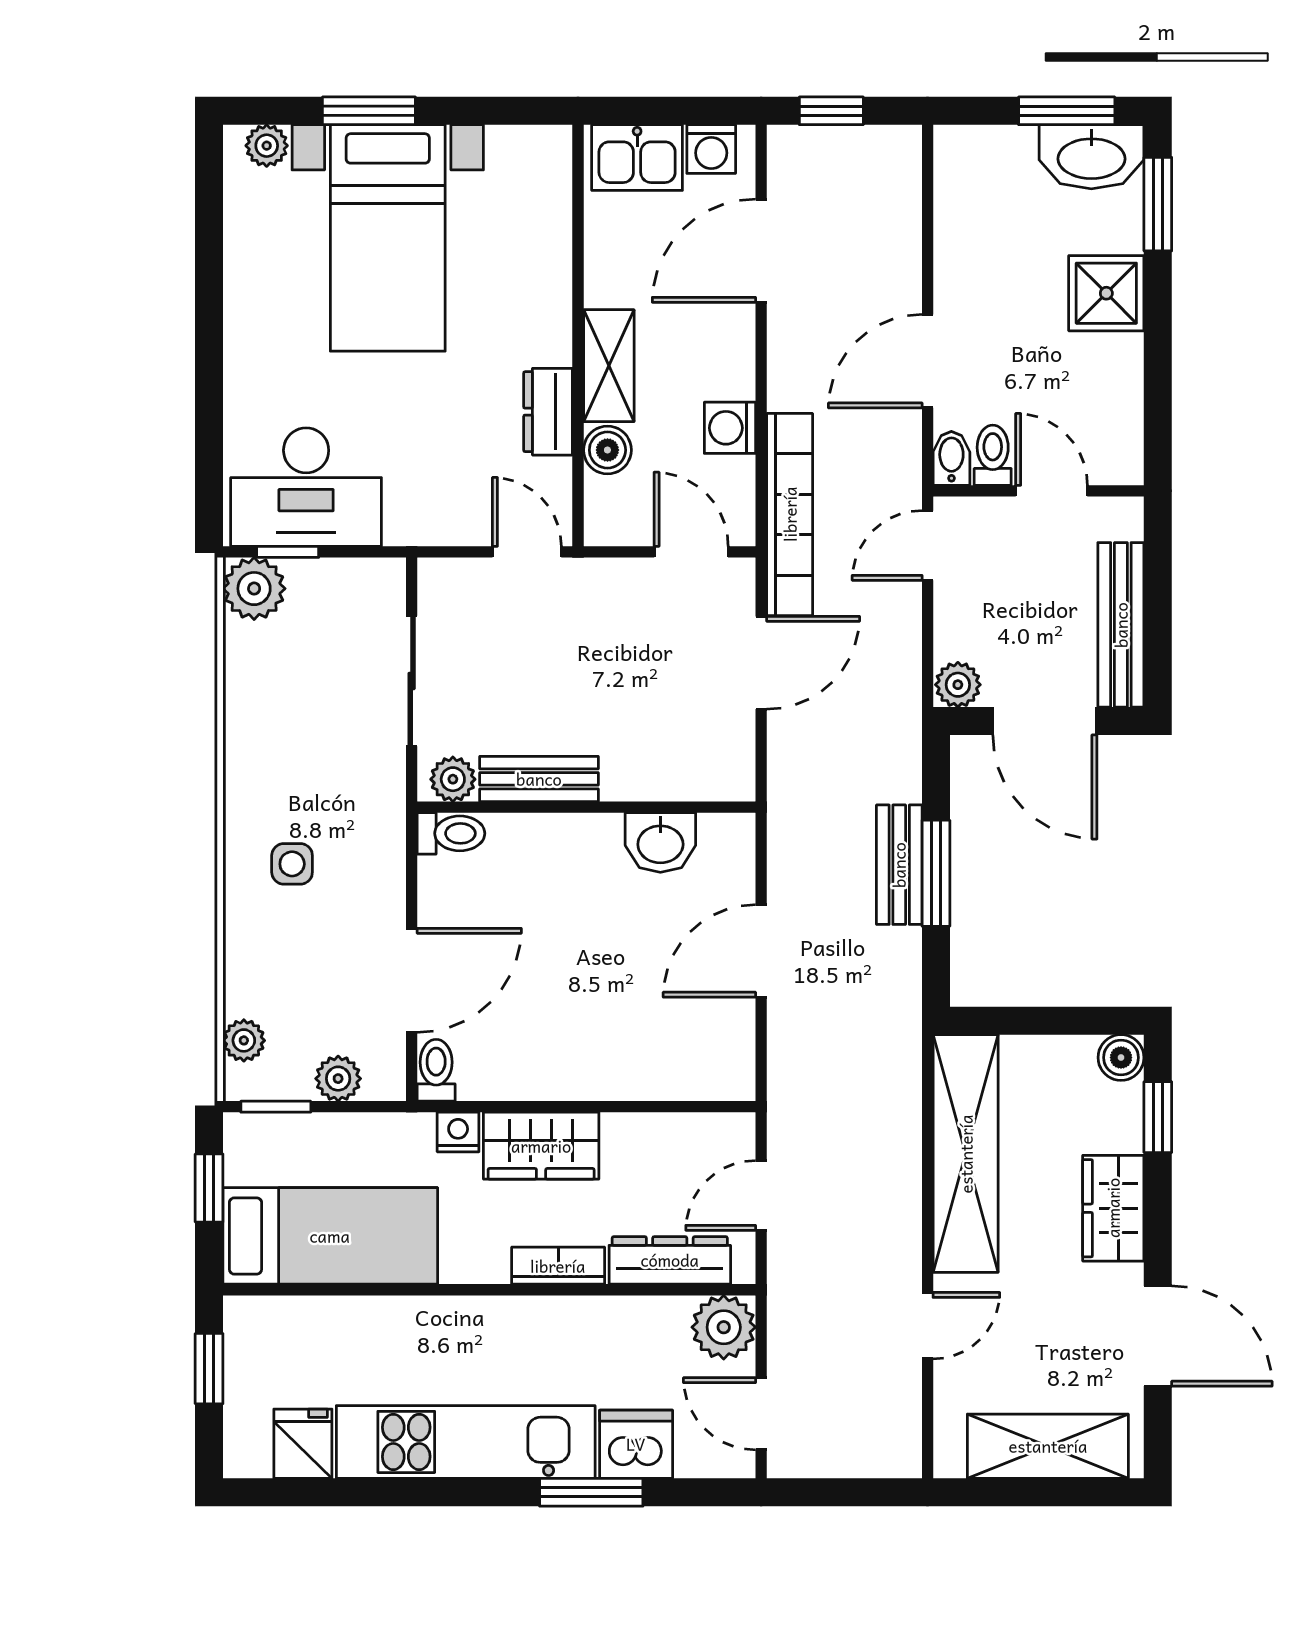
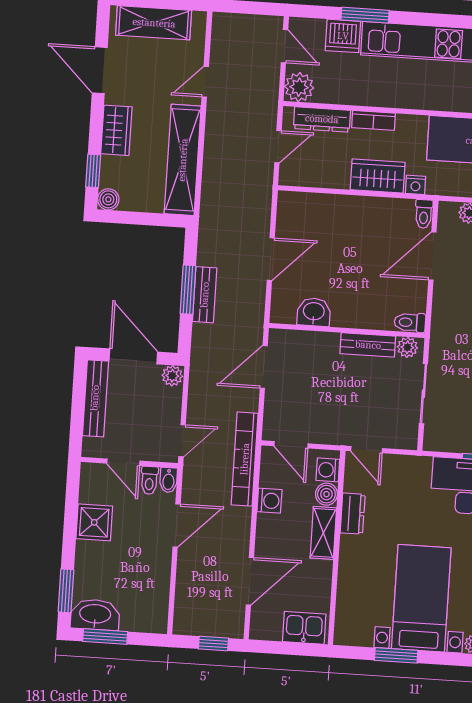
window: (369, 111) -> (396, 655), moved
washing machine: (711, 149) -> (328, 470), moved, turned -90
shower: (1106, 293) -> (94, 522), moved
door: (761, 663) -> (264, 367), moved

